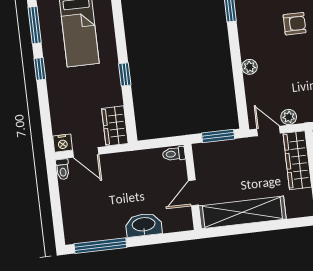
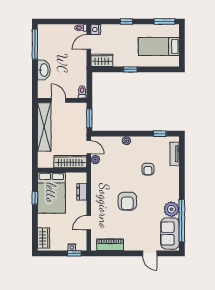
window: (40, 69) -> (126, 21), moved
door: (269, 131) -> (89, 147), hinge flipped

